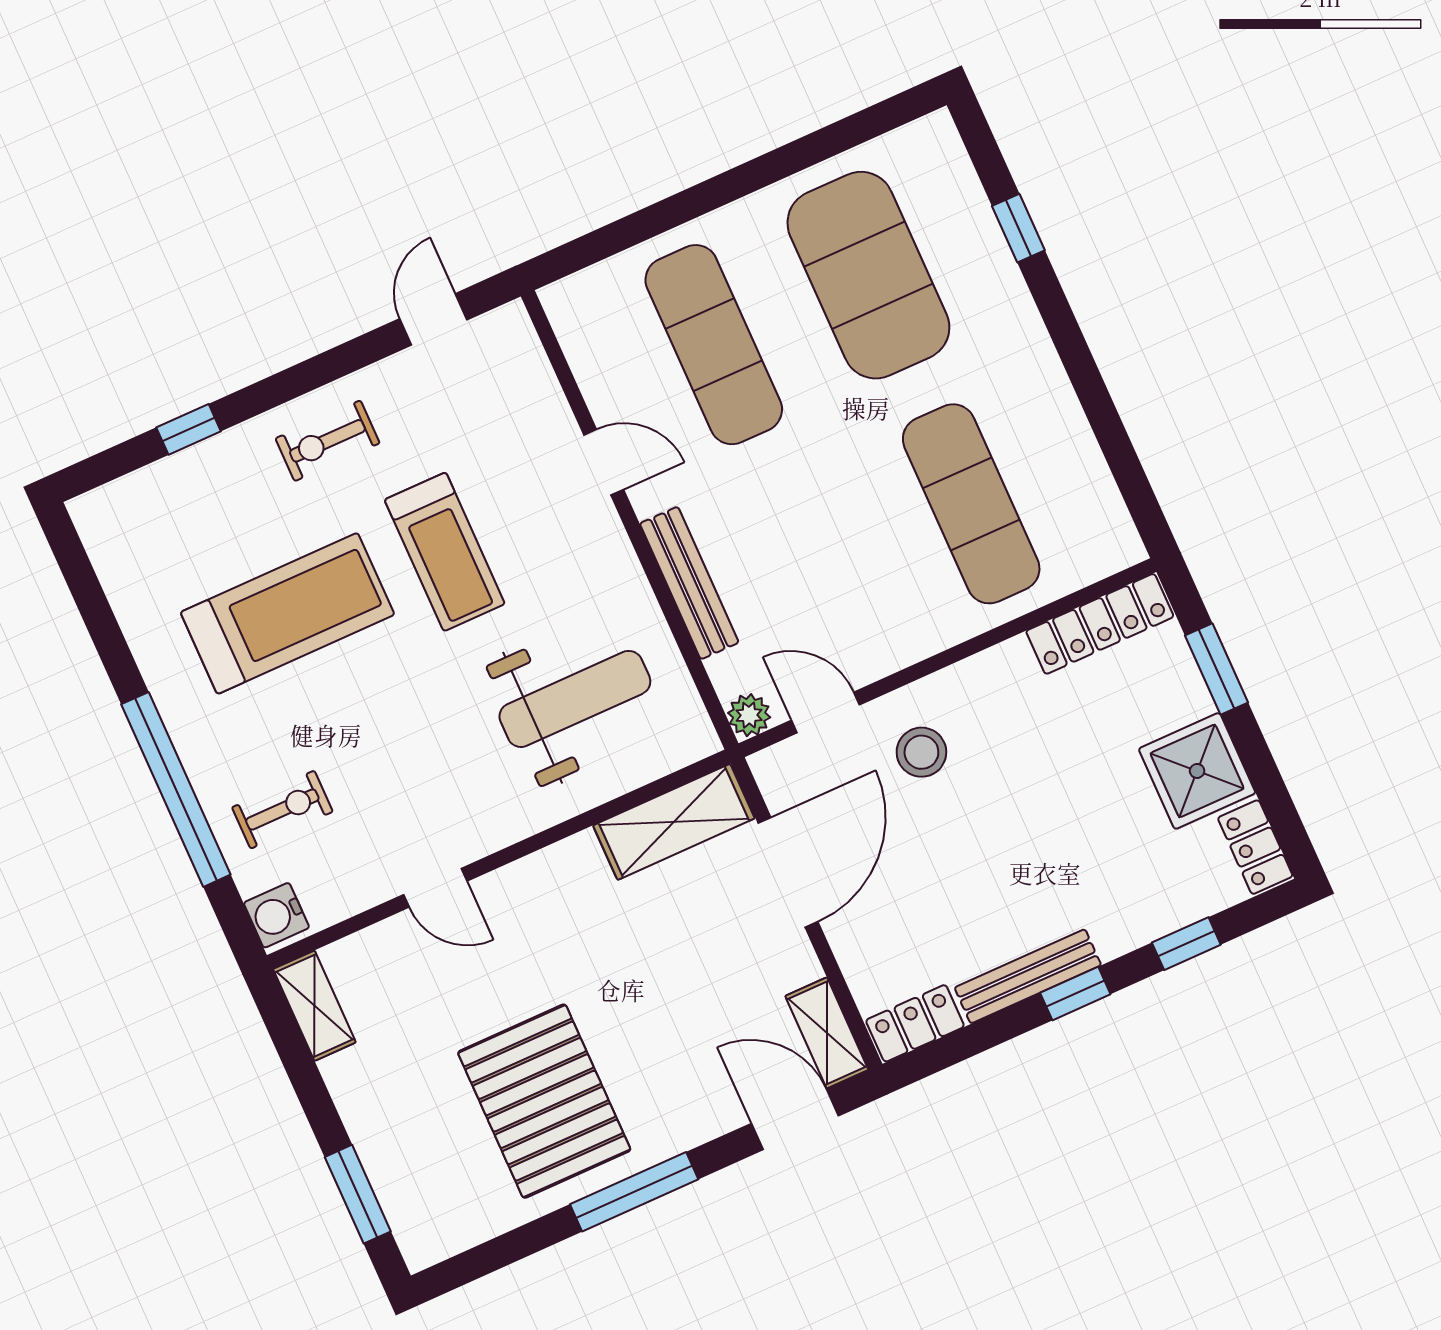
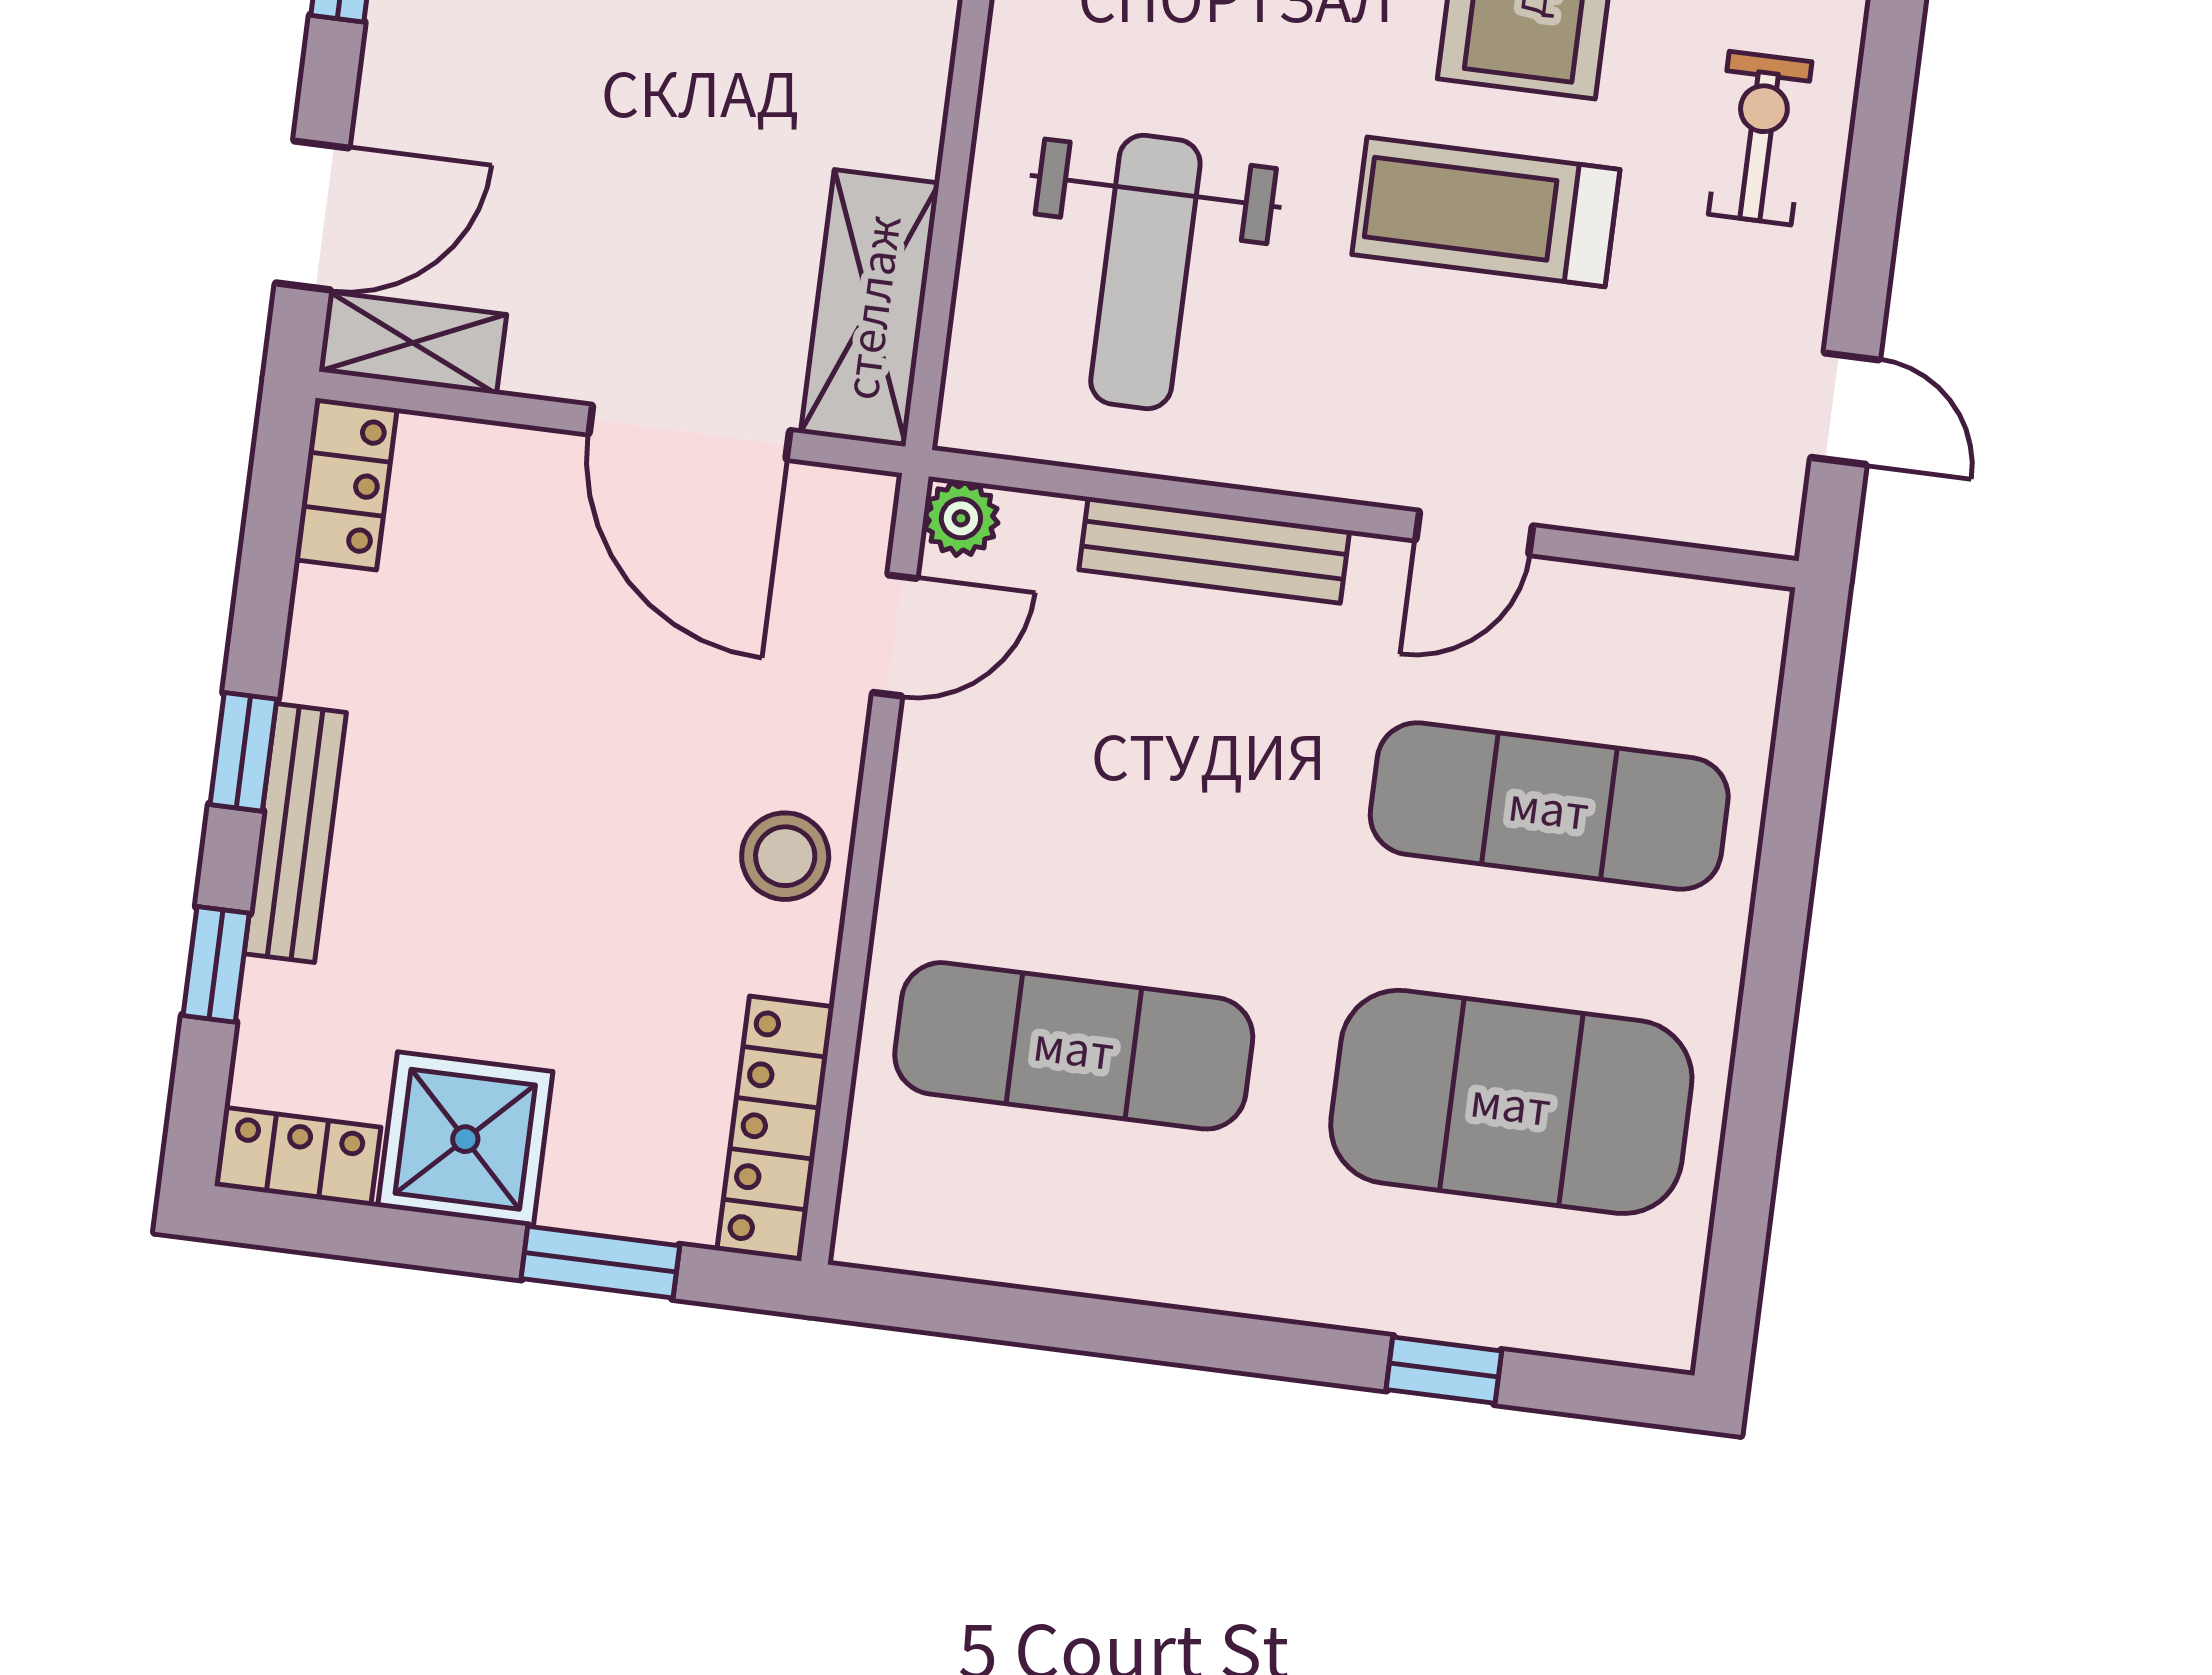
stool: (921, 752) -> (785, 856), moved
bench: (1028, 976) -> (295, 833), moved

